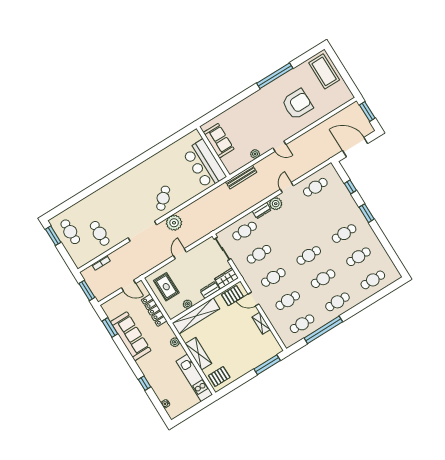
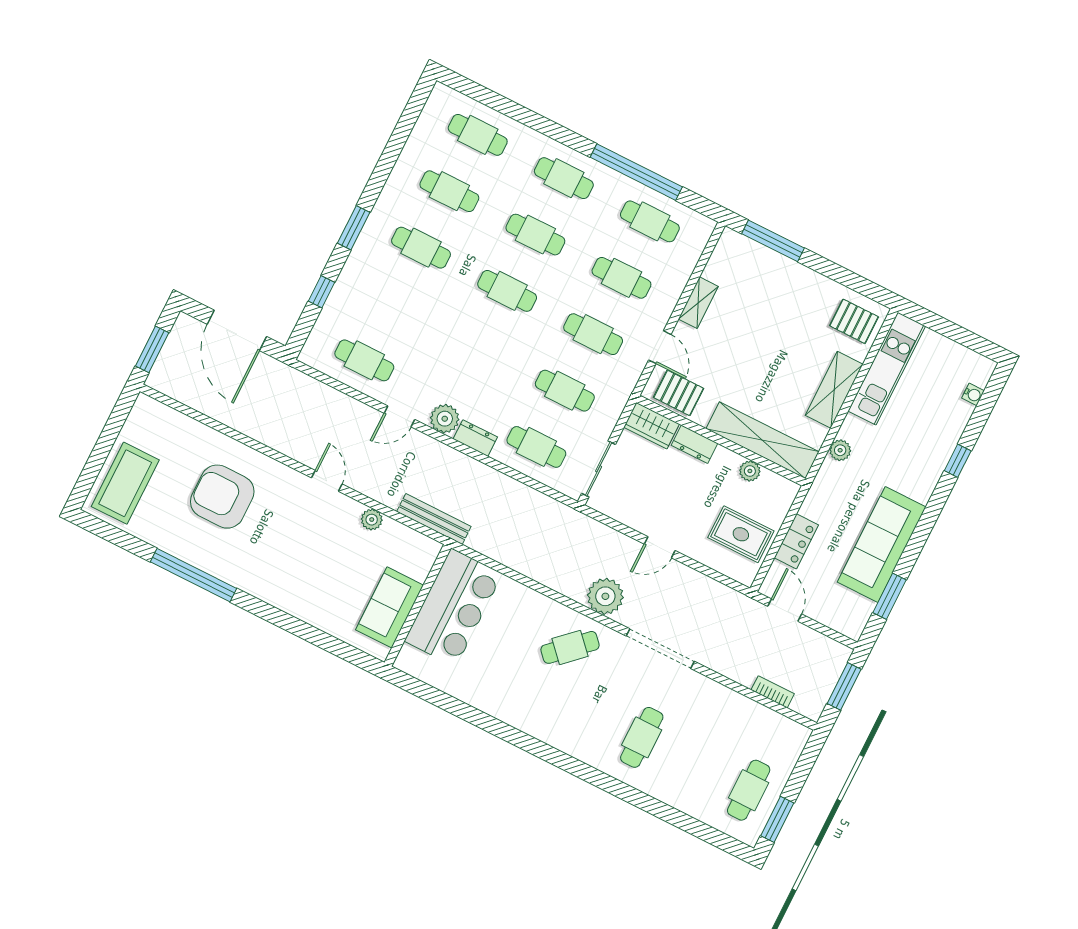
cafe table: (100, 233) -> (642, 737), moved
rug: (166, 287) -> (741, 534), turned 90
locker: (154, 310) -> (796, 541), width x0.66

